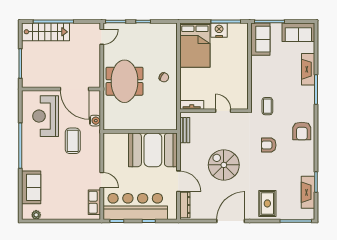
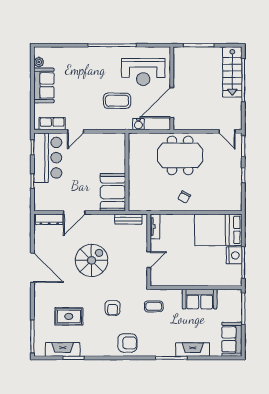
sofa: (260, 39) -> (200, 299), moved
reception desk: (46, 116) -> (143, 72), turned 180
armchair: (302, 131) -> (127, 343), turned 180
armchair: (269, 145) -> (113, 308), turned 180
booth: (153, 150) -> (113, 192), width x0.73, depth x0.70
sofa: (31, 187) -> (44, 85), moved, turned -90
rug: (267, 203) -> (69, 316), moved
bar counter: (135, 206) -> (48, 158), width x0.73

